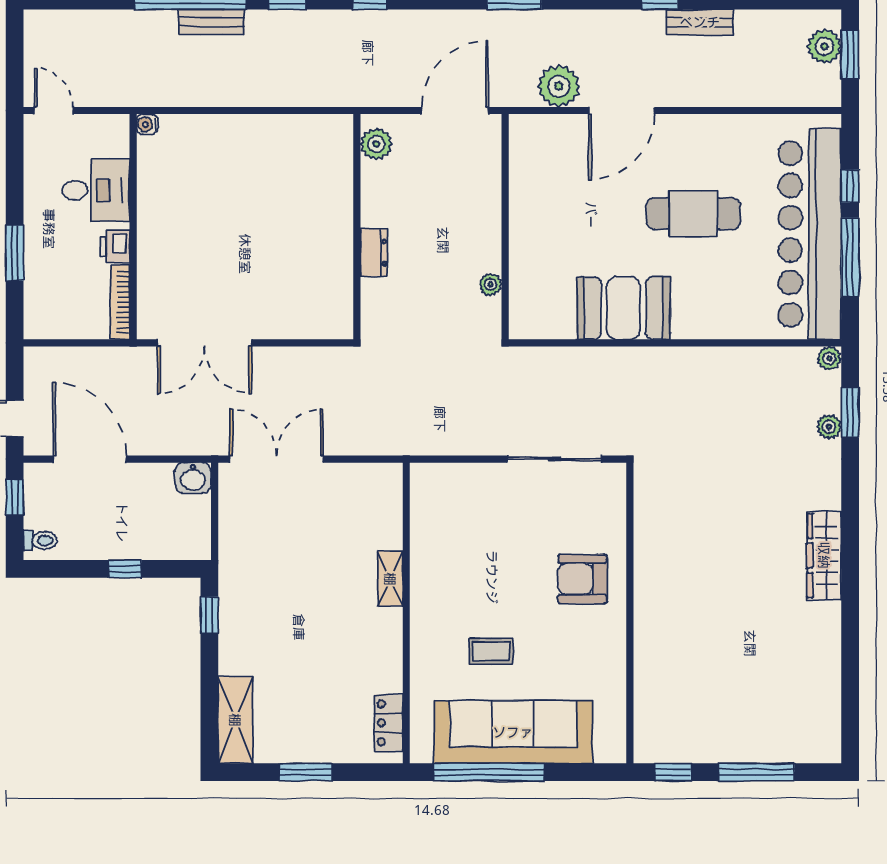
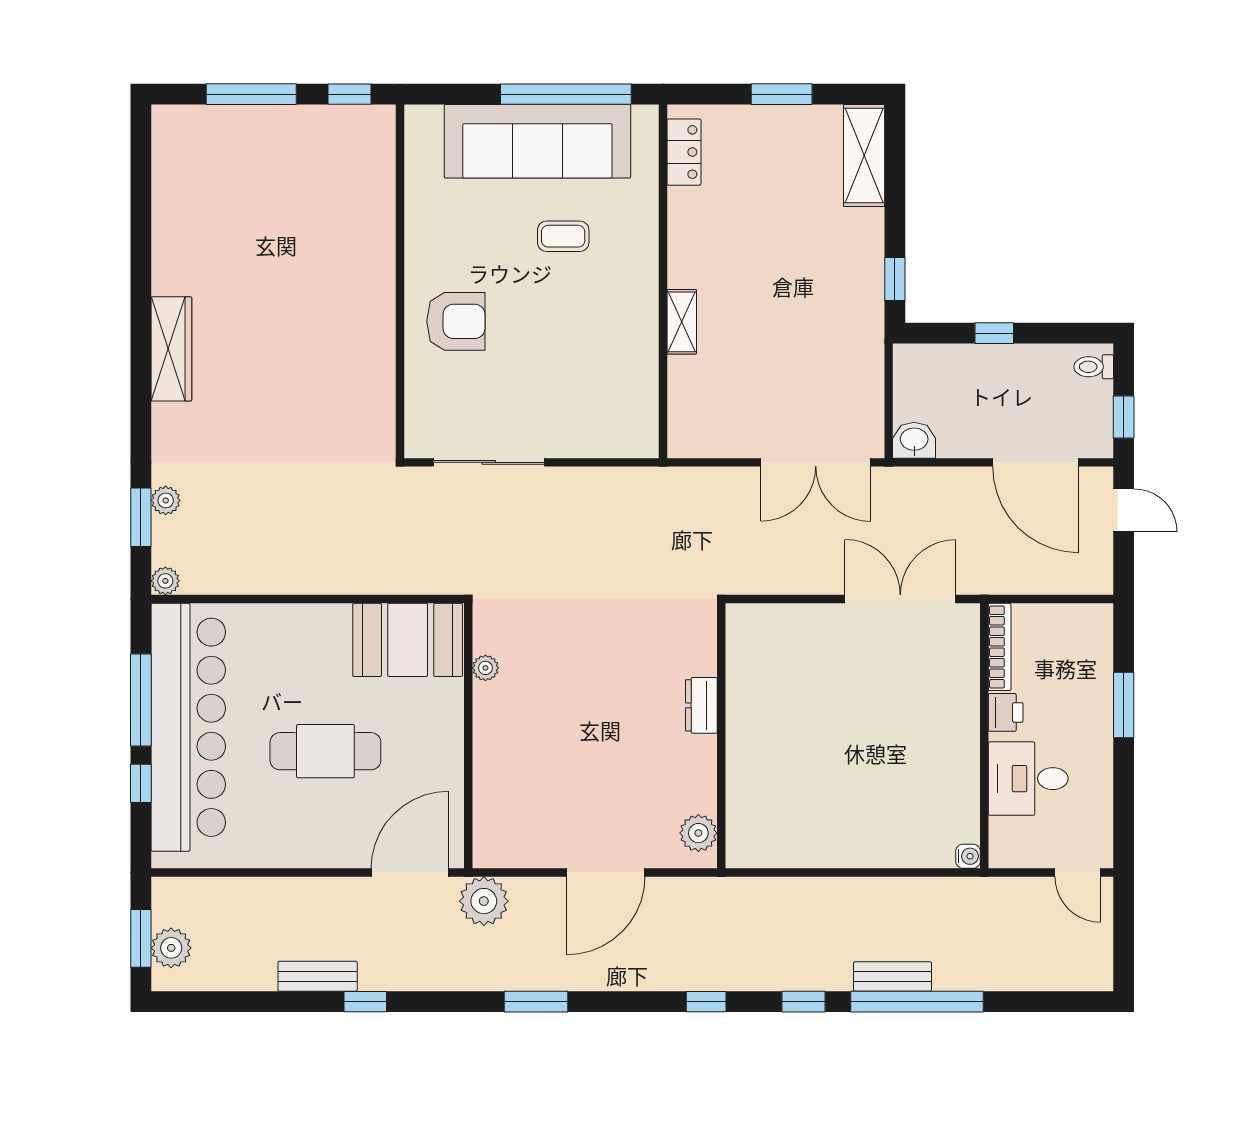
wall: (505, 227) -> (468, 736), moved
plant: (490, 284) -> (485, 668), moved

